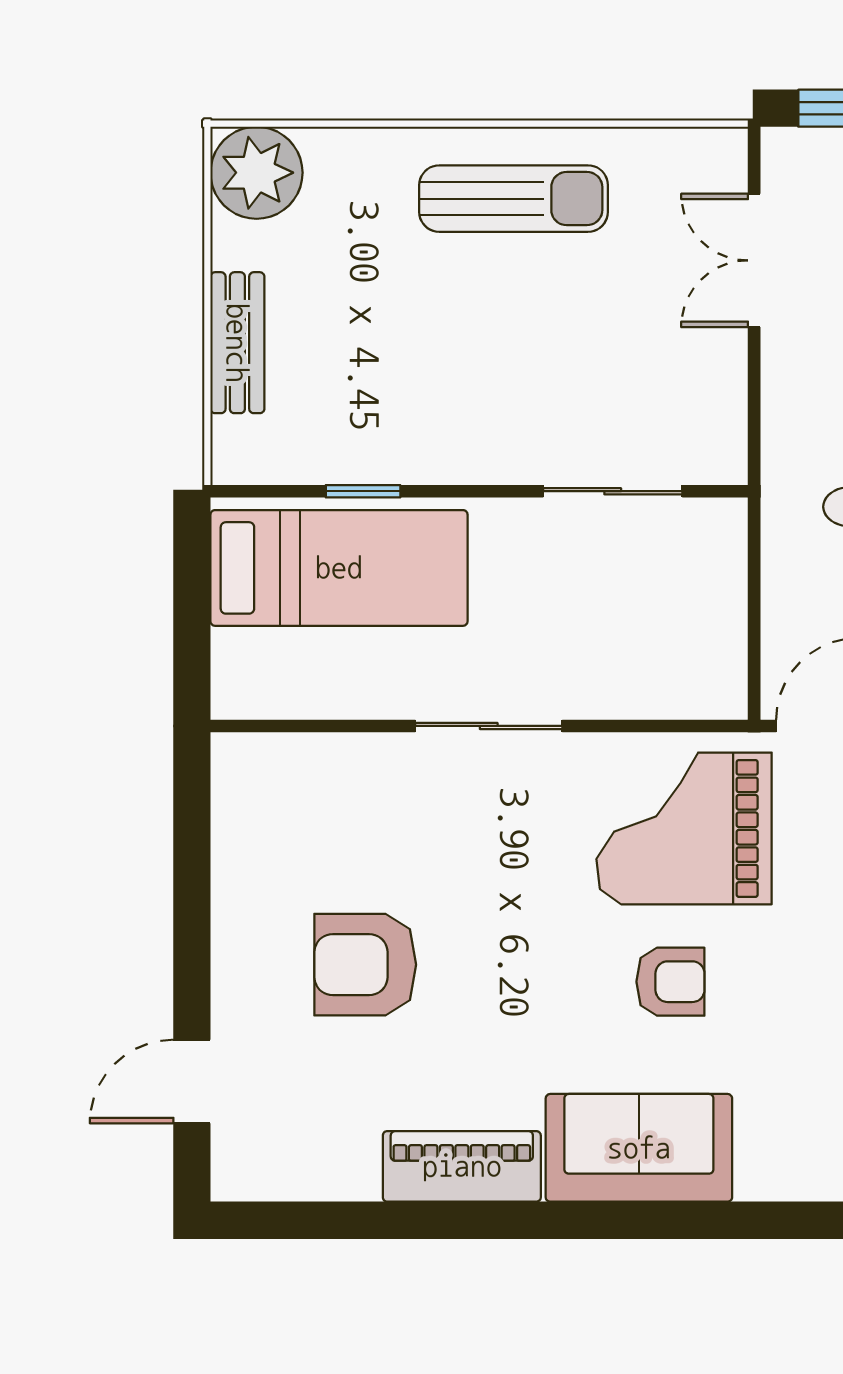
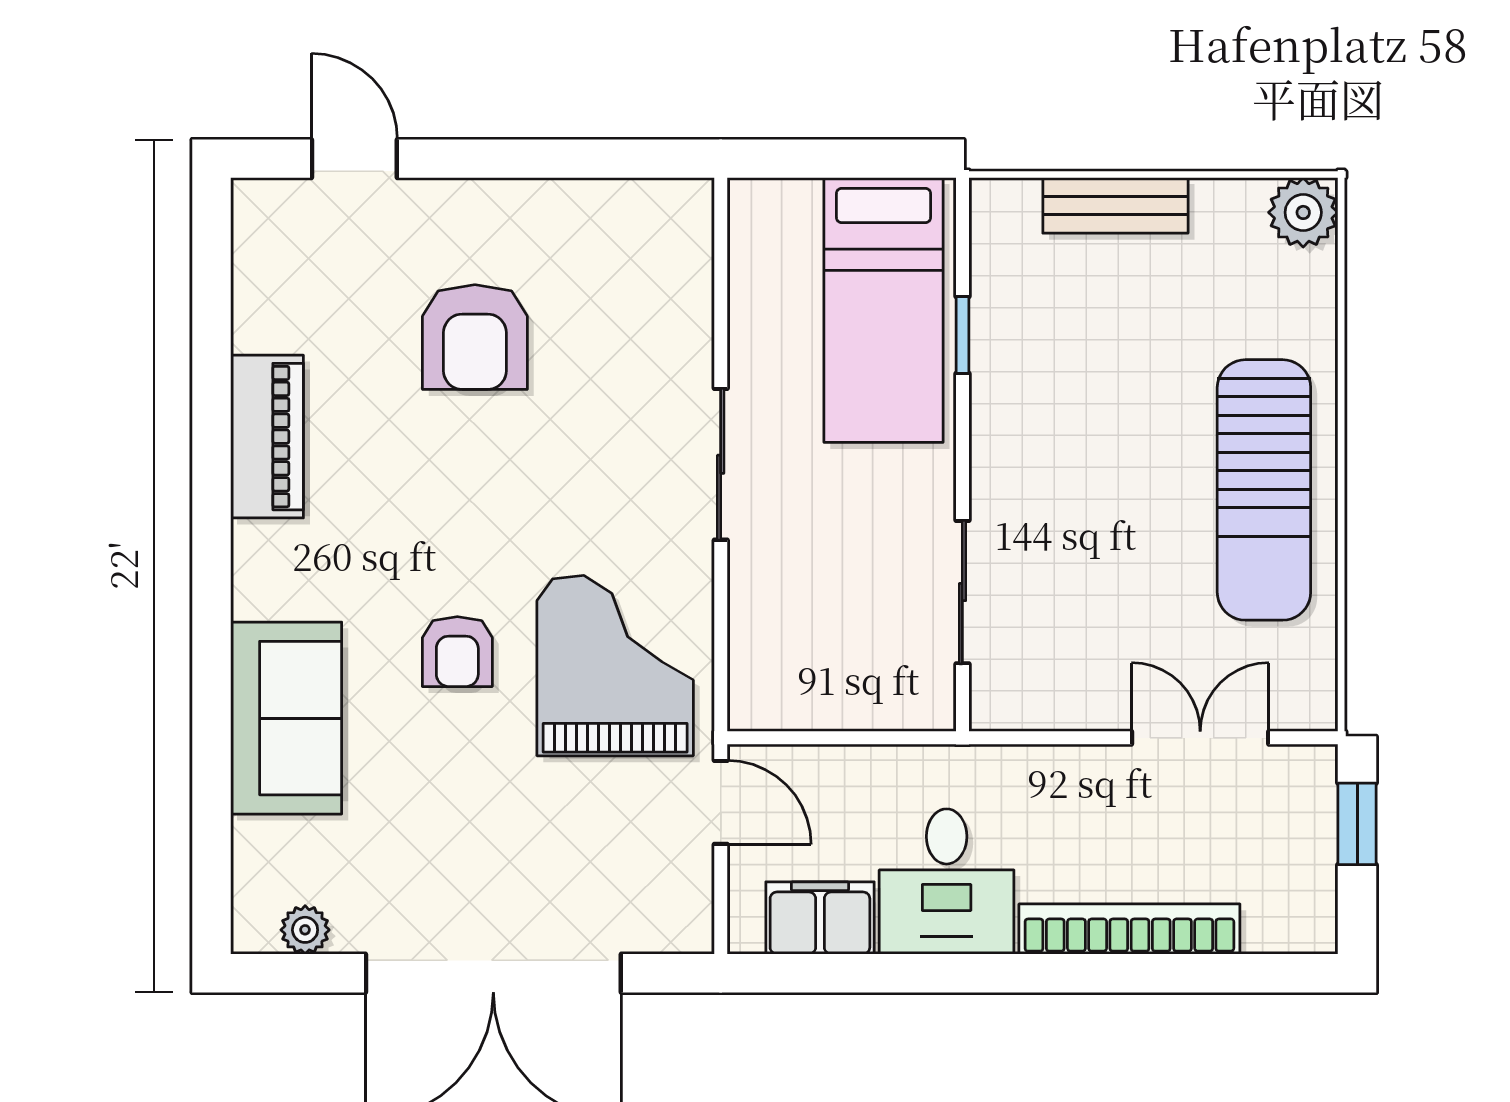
plant: (256, 173) -> (1303, 212), width x0.73, depth x0.73
sun lounger: (514, 199) -> (1264, 490), width x1.36, depth x1.34
armchair: (365, 965) -> (475, 337), turned 180
sofa: (639, 1148) -> (286, 718), moved

